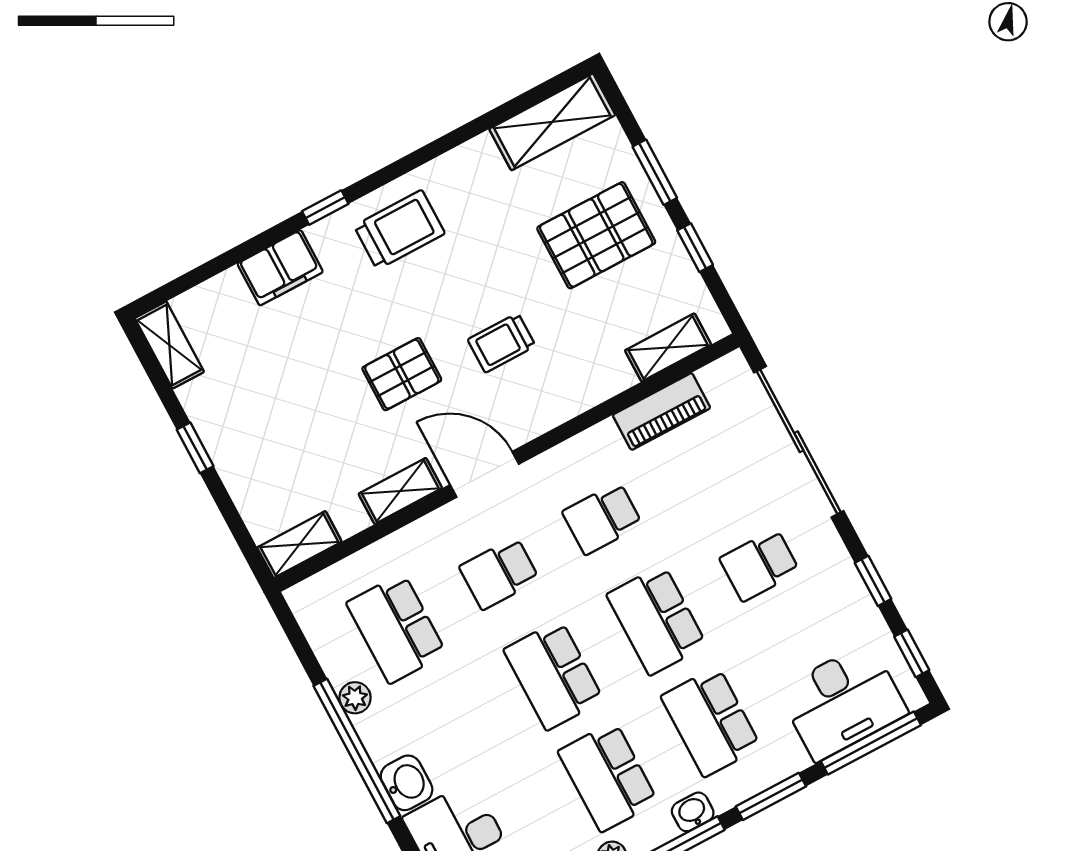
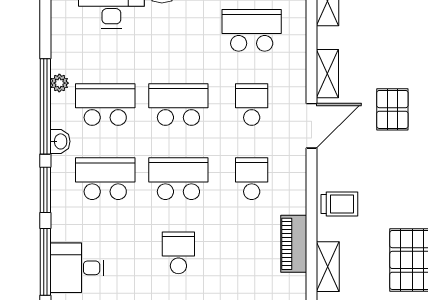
trolley: (502, 343) -> (339, 204), moved, turned 90
desk: (843, 701) -> (77, 268), width x0.73

